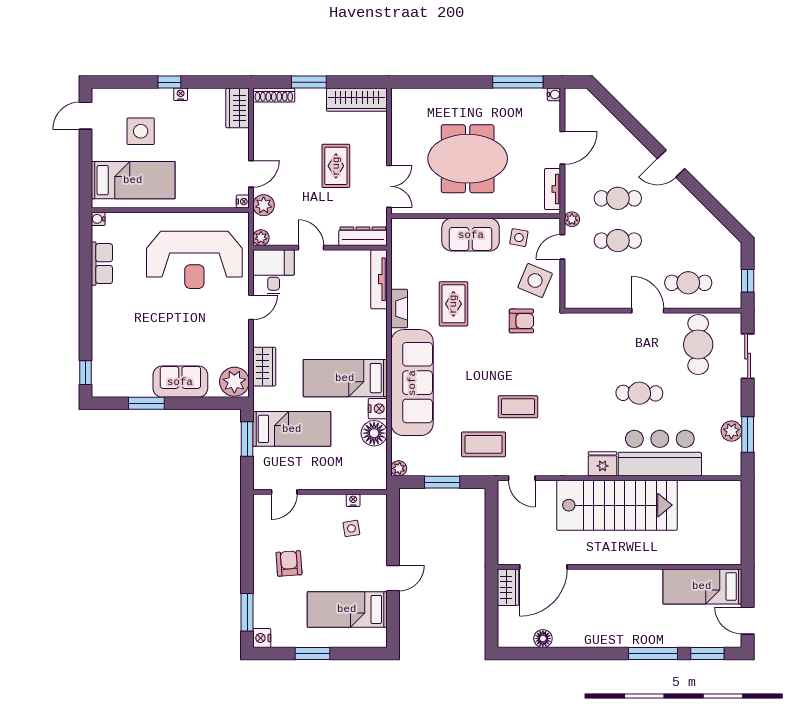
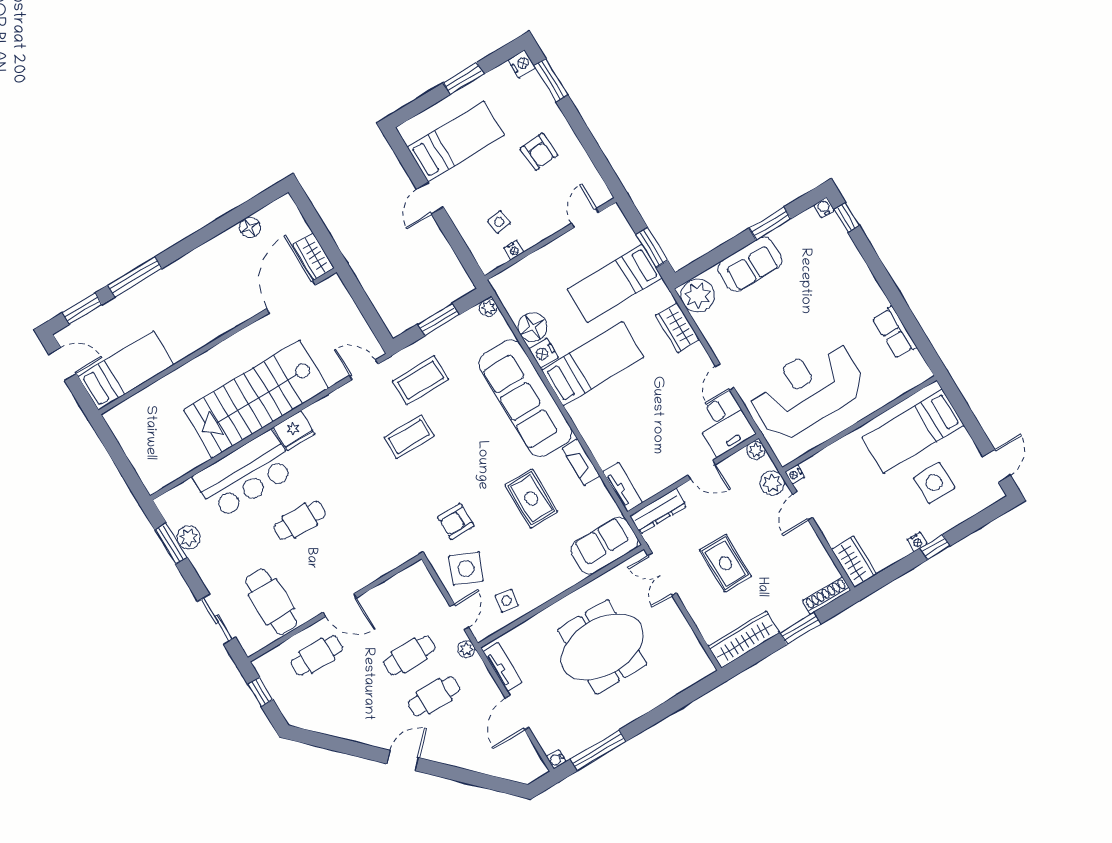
water cooler: (98, 219) -> (824, 208), moved, turned -90
sofa: (471, 235) -> (604, 546), moved
tv unit: (379, 279) -> (623, 487), width x0.71

